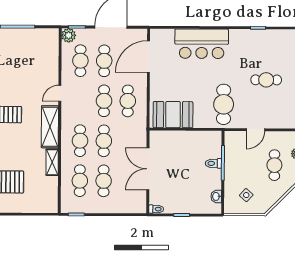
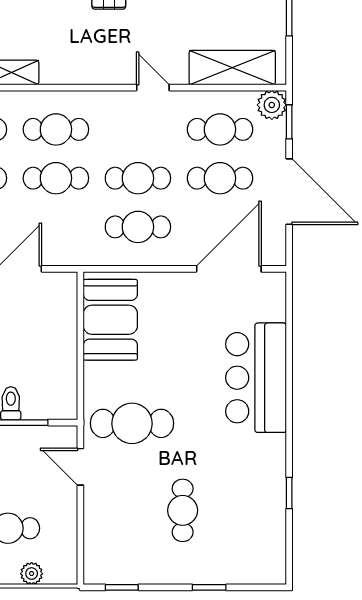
door: (148, 57) -> (229, 269), hinge flipped
shelving: (50, 127) -> (232, 68), moved
door: (256, 130) -> (80, 467), moved

